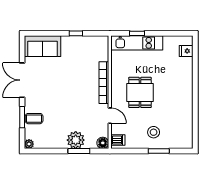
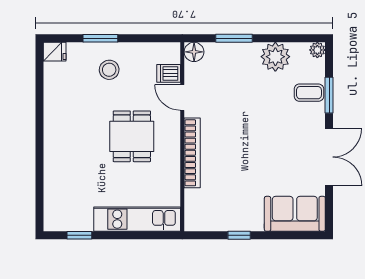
window: (137, 33) -> (79, 235), moved
fridge: (186, 51) -> (55, 52), moved
plant: (76, 140) -> (275, 57), moved
dishwasher: (118, 140) -> (169, 73), moved

